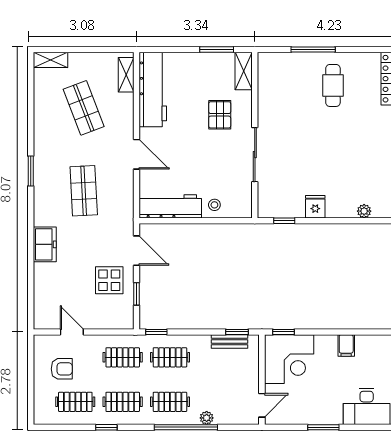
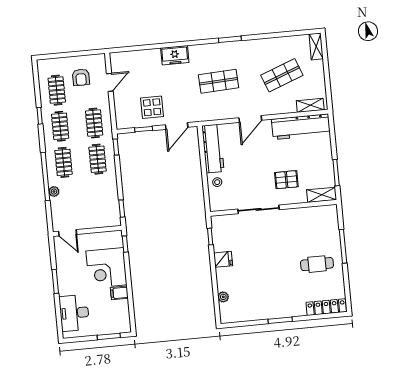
bench: (230, 341) -> (114, 204), removed
corner desk: (289, 359) -> (106, 268), moved

